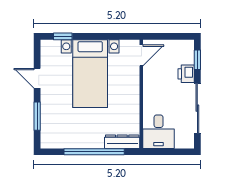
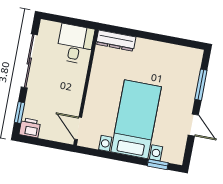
door: (141, 55) -> (78, 128), hinge flipped
printer: (186, 74) -> (30, 128), moved, turned -90
window: (94, 152) -> (148, 36), removed

